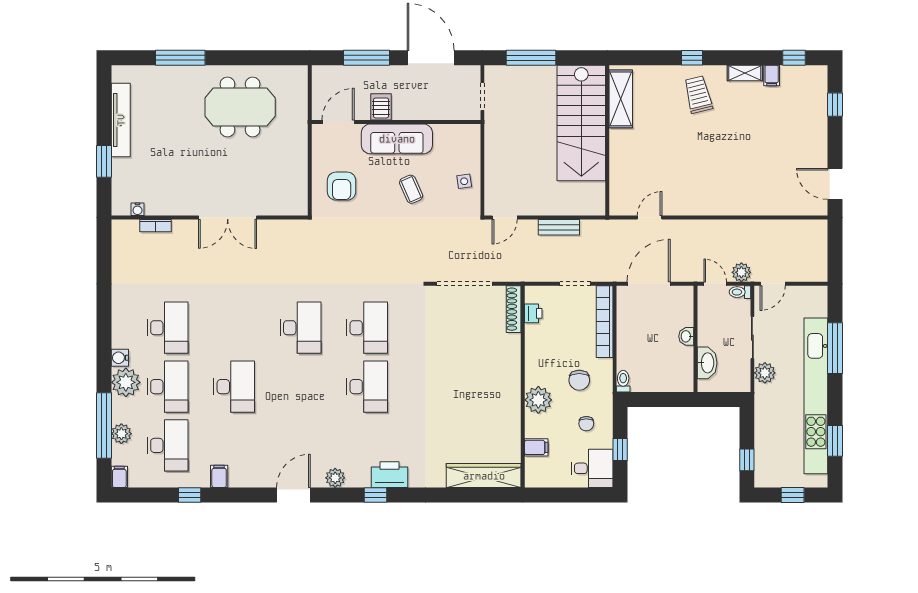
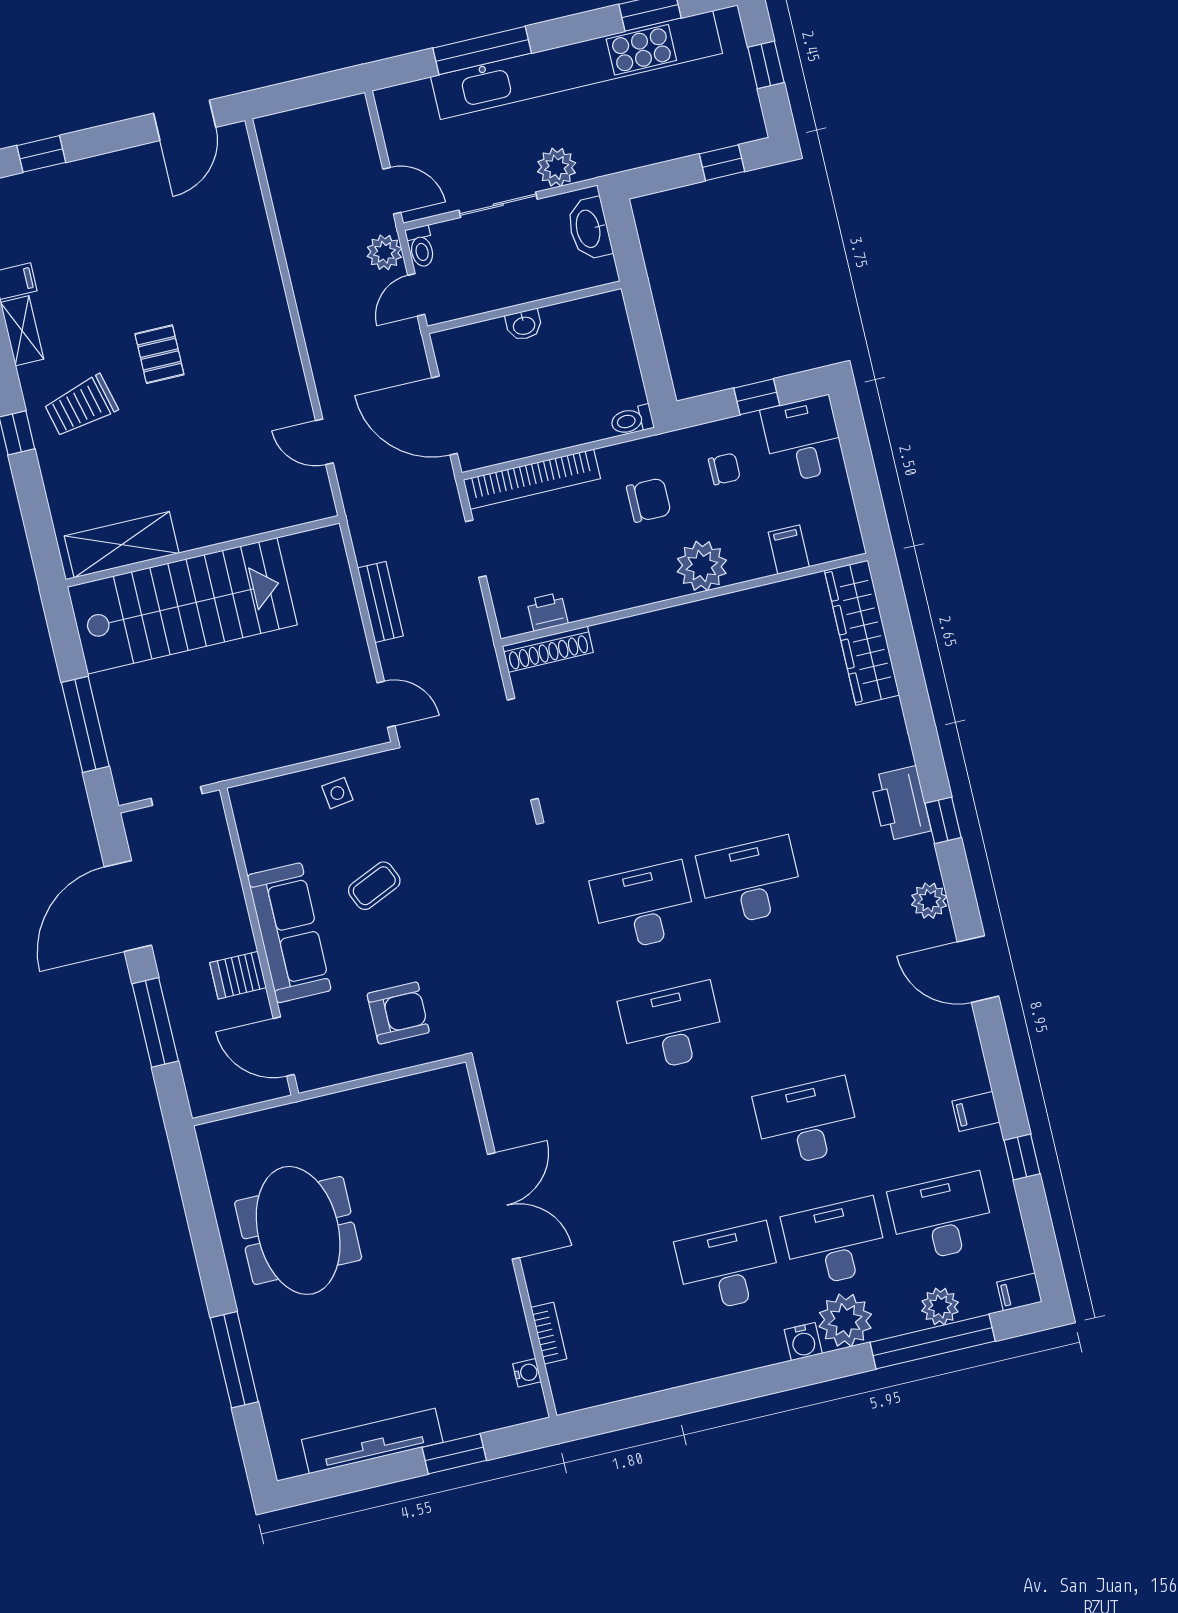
pallet: (716, 142) -> (159, 354), added
washbasin: (707, 363) -> (589, 229), moved, turned -90

